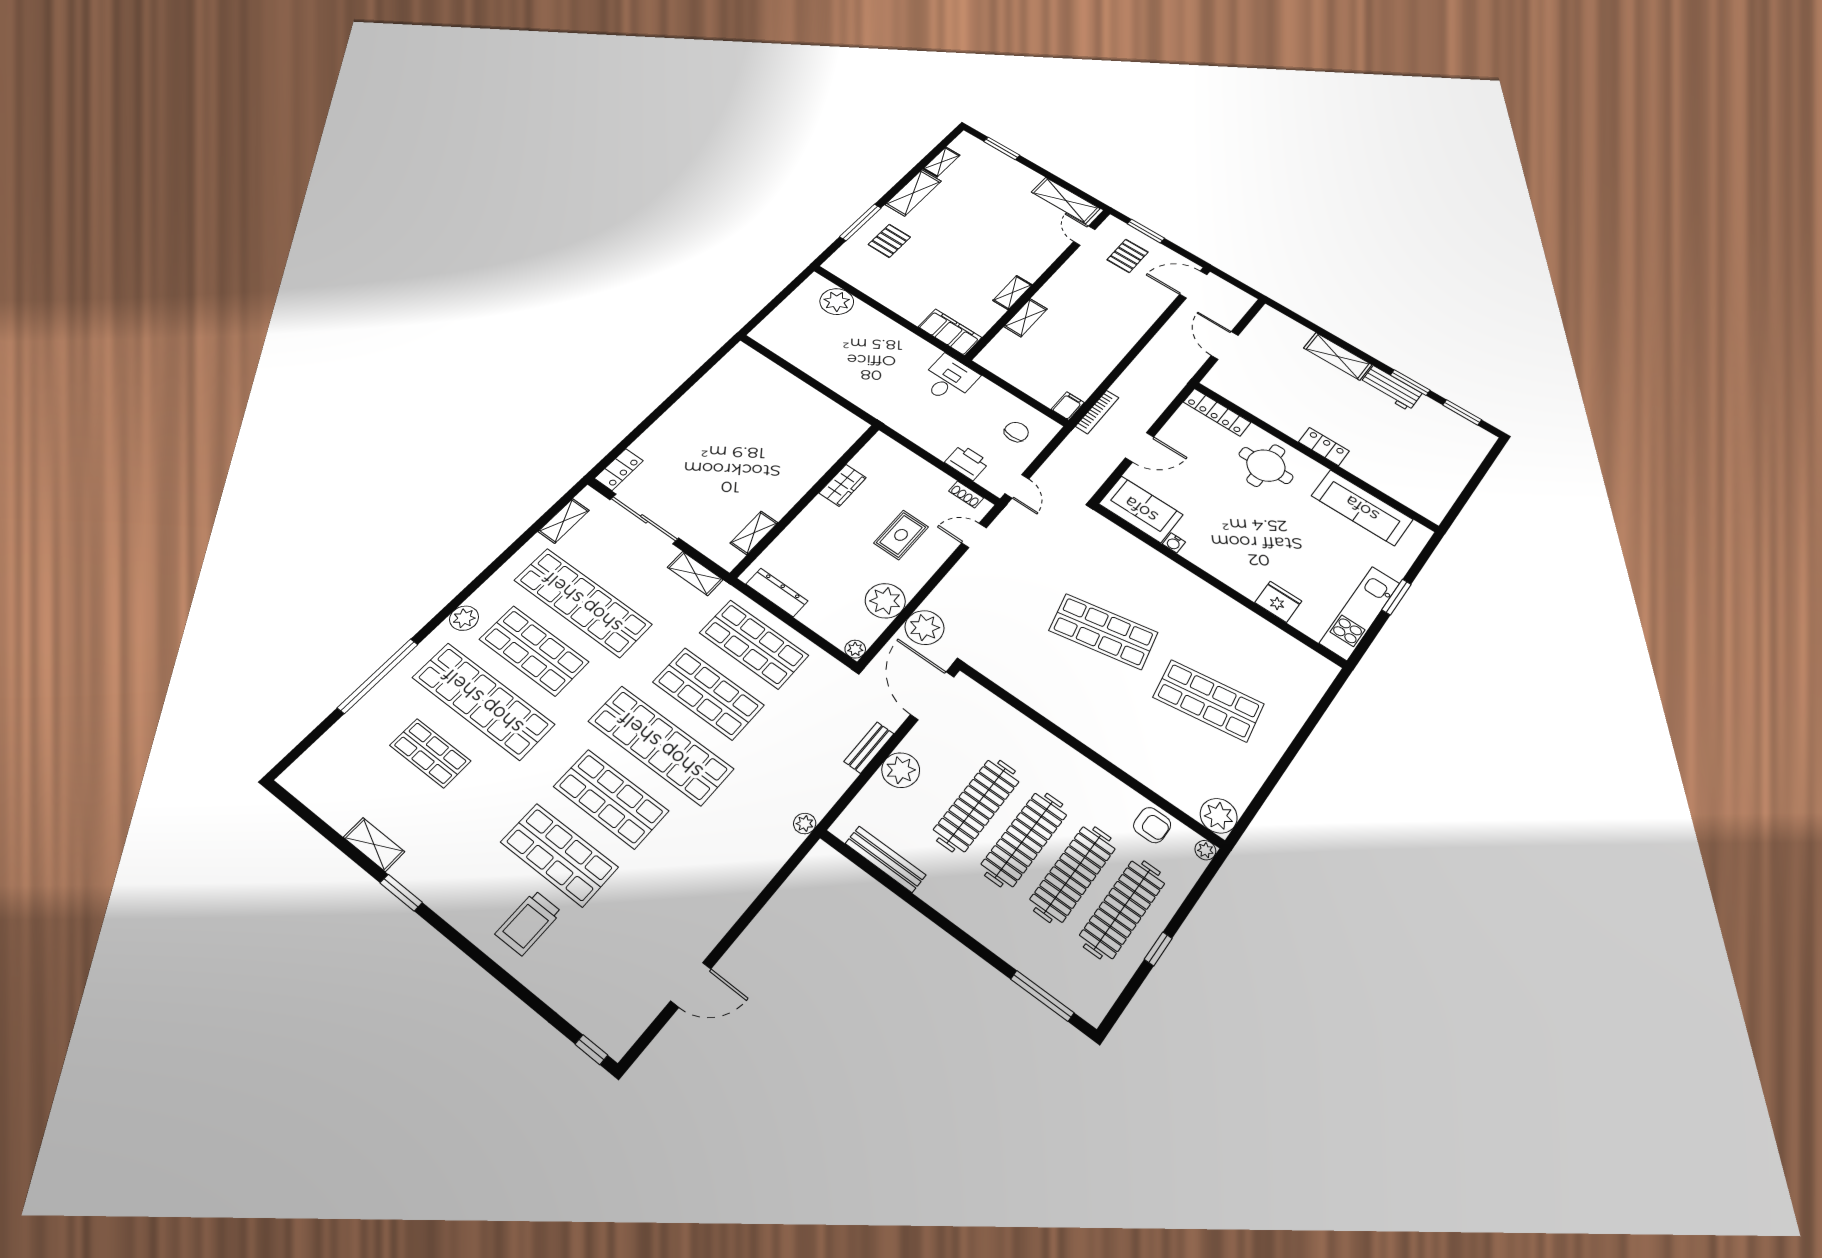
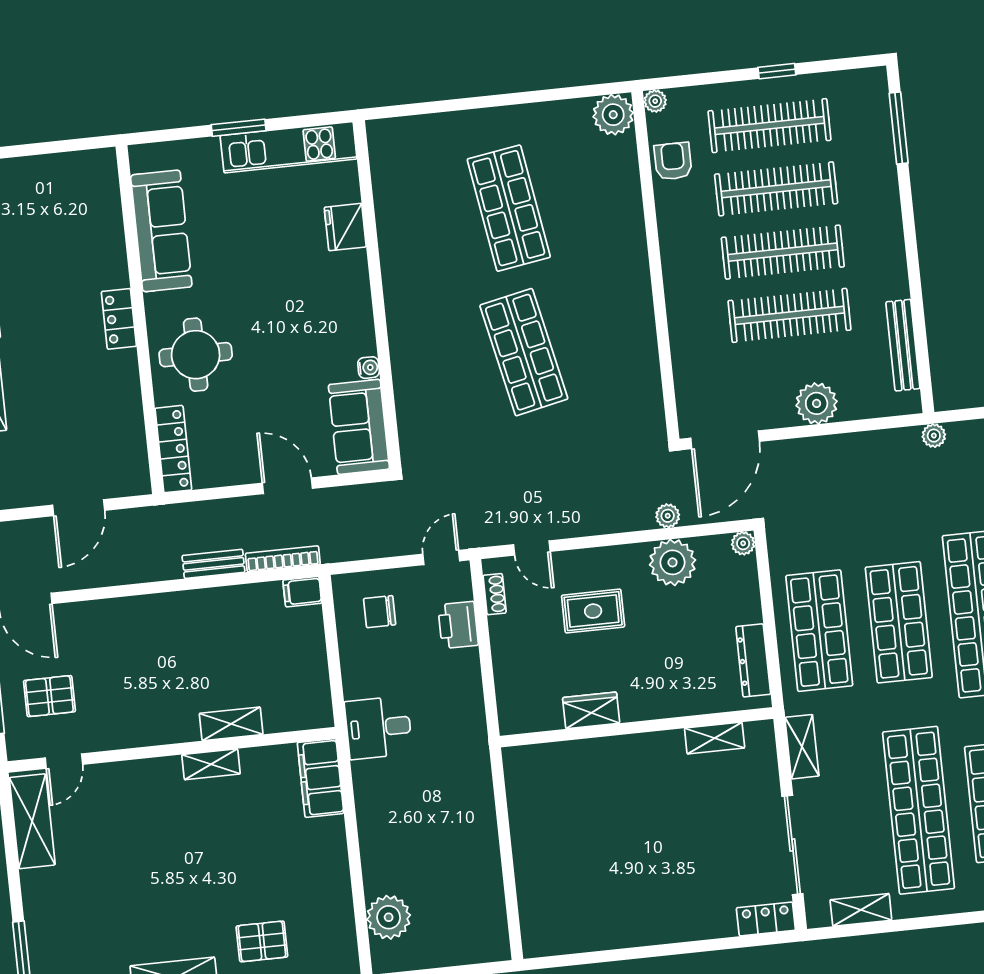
plant: (924, 628) -> (668, 516), width x0.53, depth x0.53
bench: (869, 748) -> (213, 564), moved

